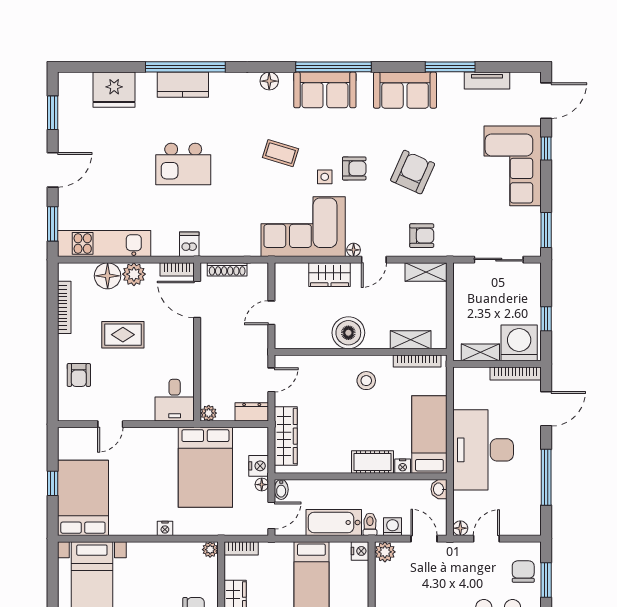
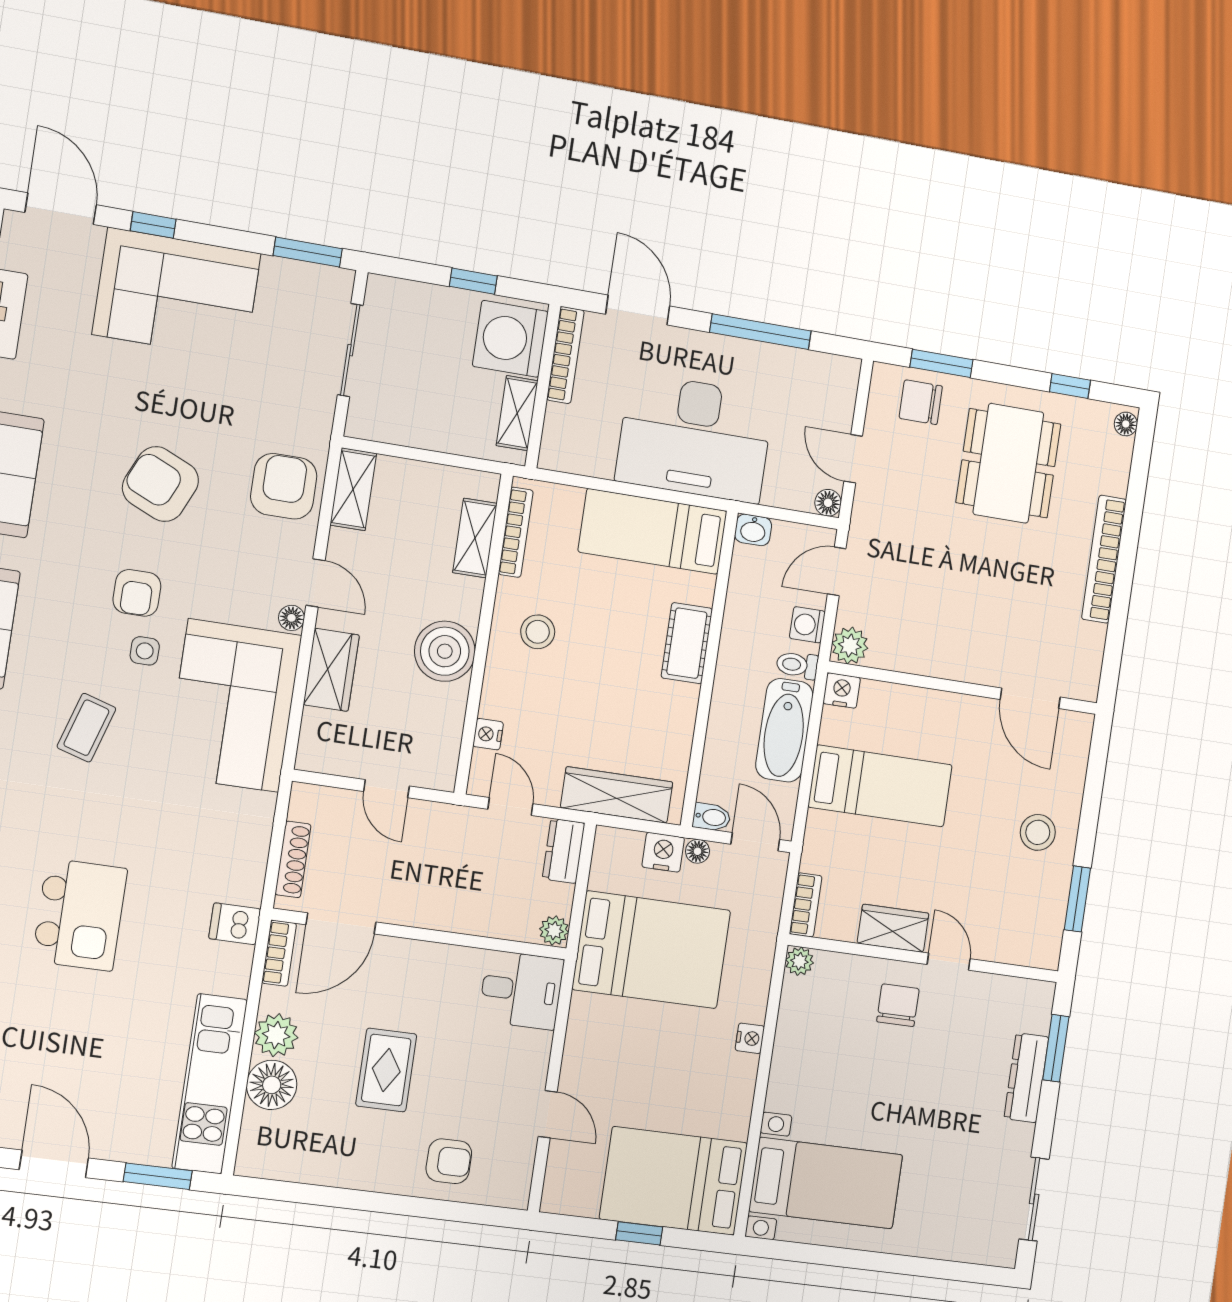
armchair: (354, 168) -> (137, 593), turned 180
armchair: (422, 236) -> (284, 486), width x1.38, depth x1.38
bookcase: (64, 307) -> (319, 1173), removed
nightstand: (403, 466) -> (488, 734), moved, turned 180

